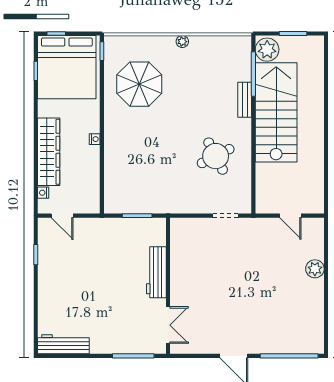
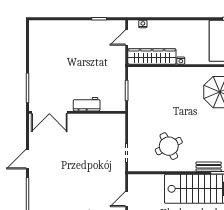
wardrobe: (49, 152) -> (152, 56), moved, turned 180
workbench: (156, 272) -> (87, 104), width x0.73
double door: (168, 325) -> (49, 112), width x1.37
workbench: (63, 344) -> (36, 38), removed

